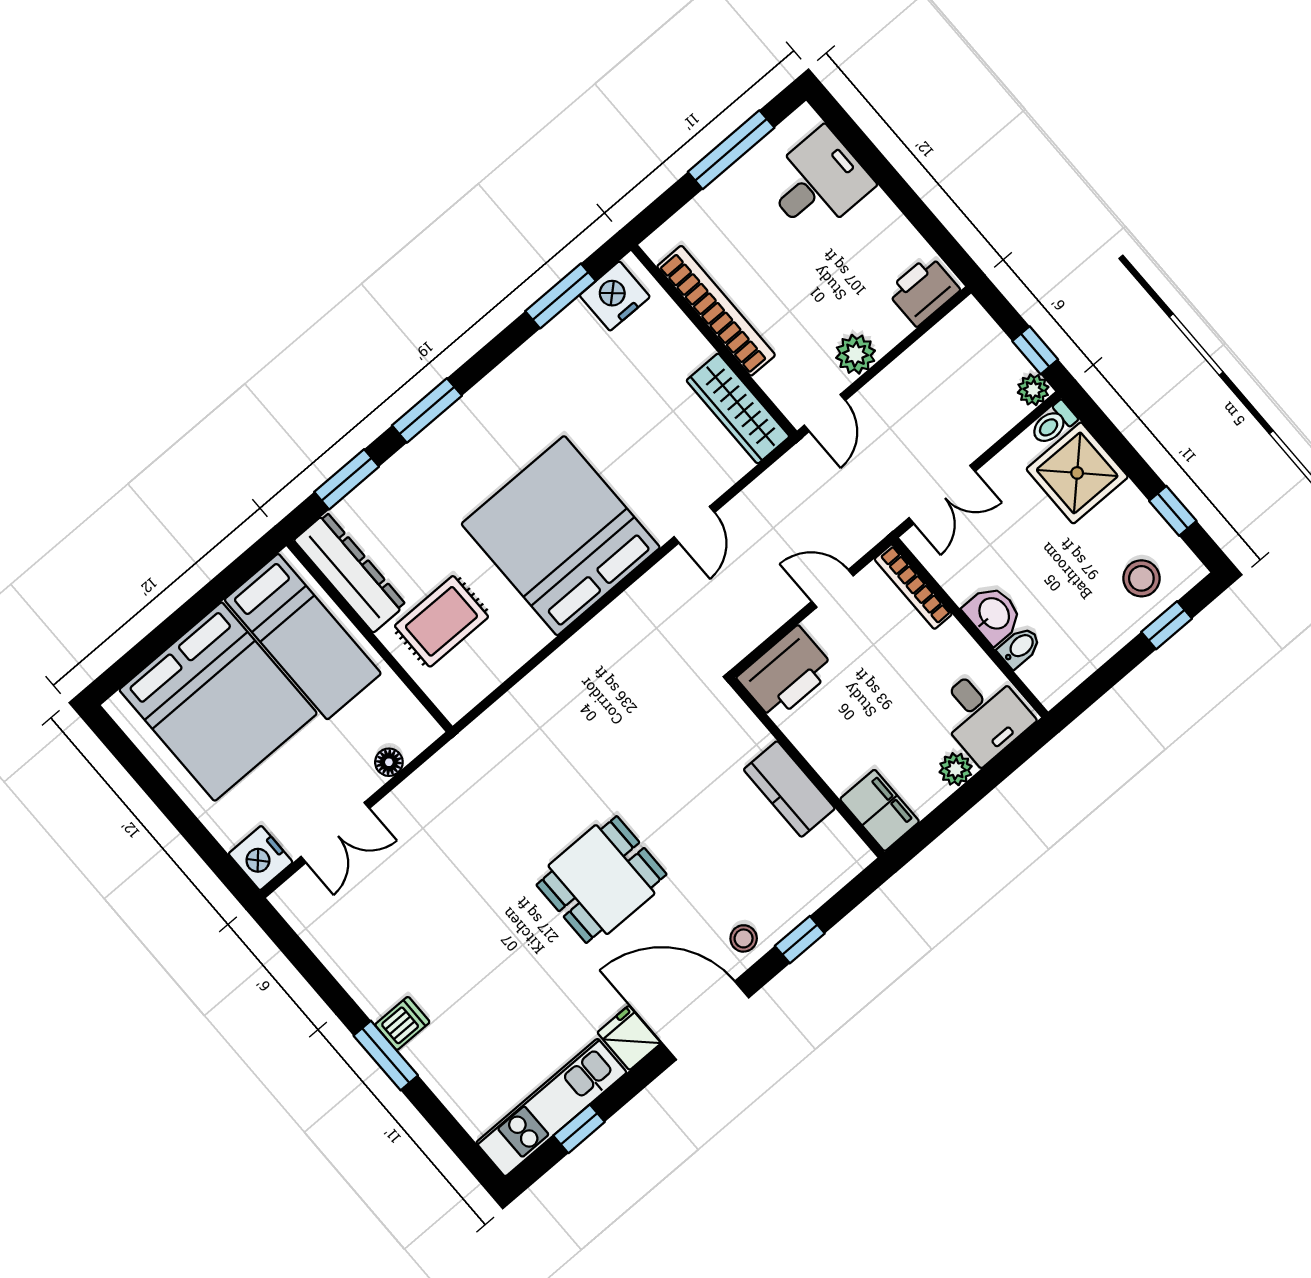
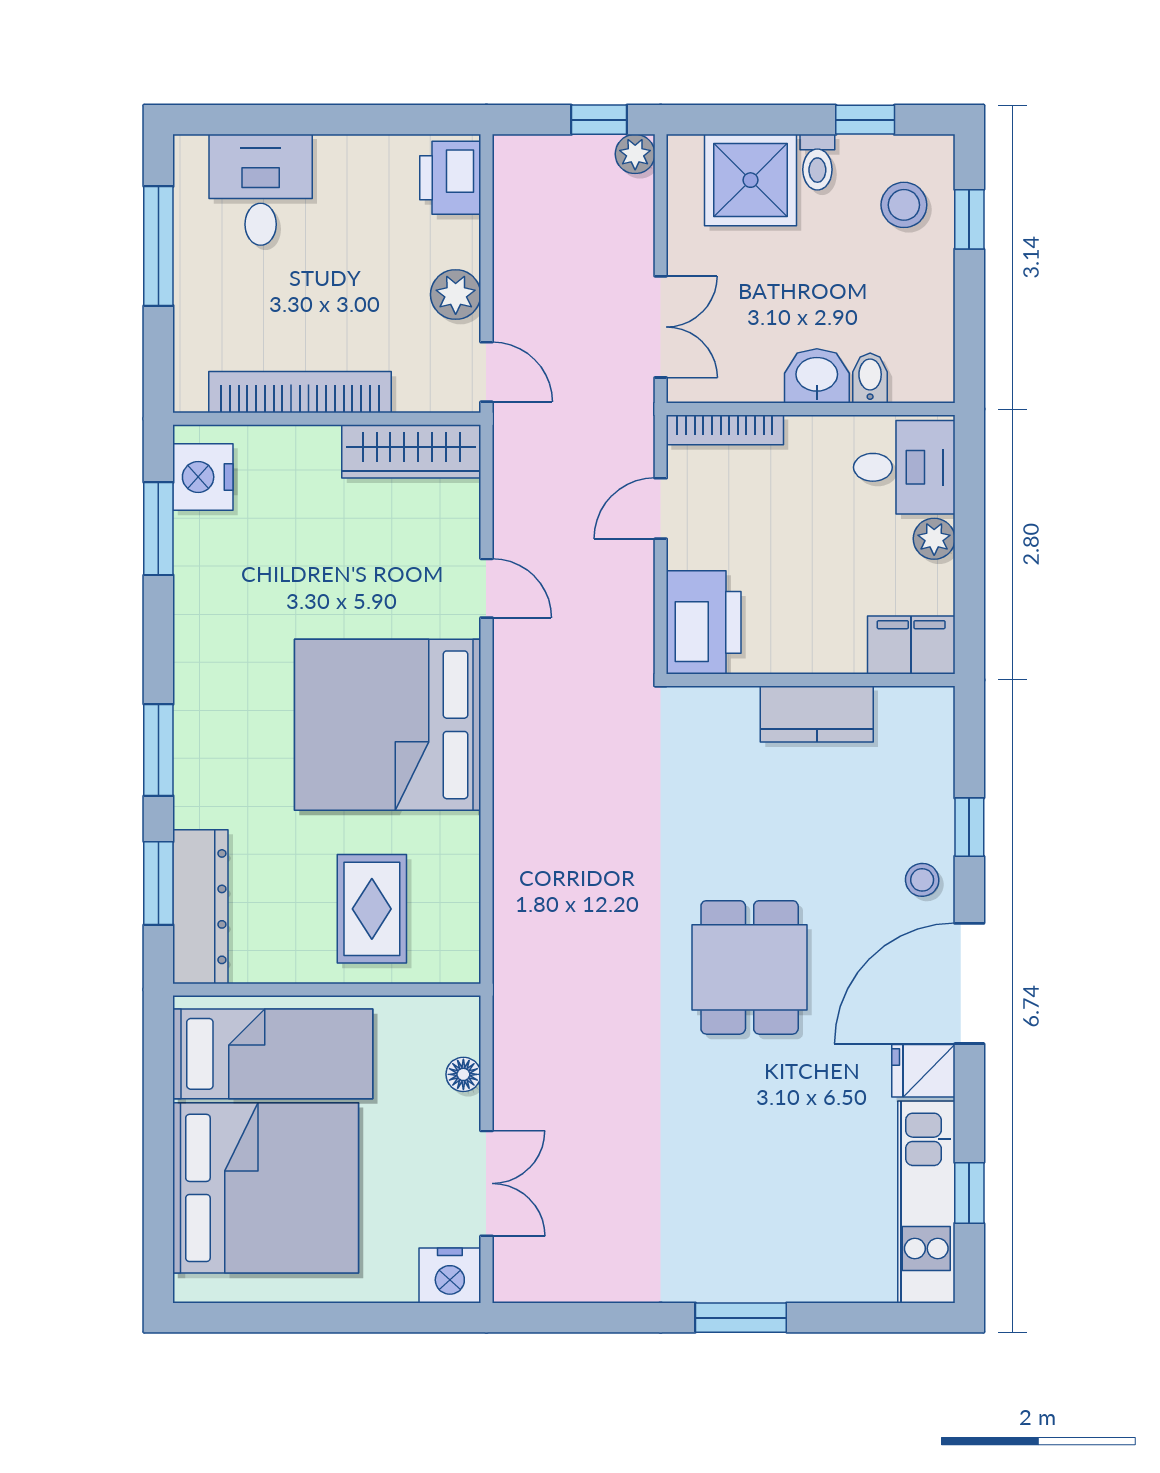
toilet: (1053, 423) -> (817, 162), moved
dresser: (350, 572) -> (200, 907), moved, turned 90
dishwasher: (402, 1023) -> (724, 1275), removed

